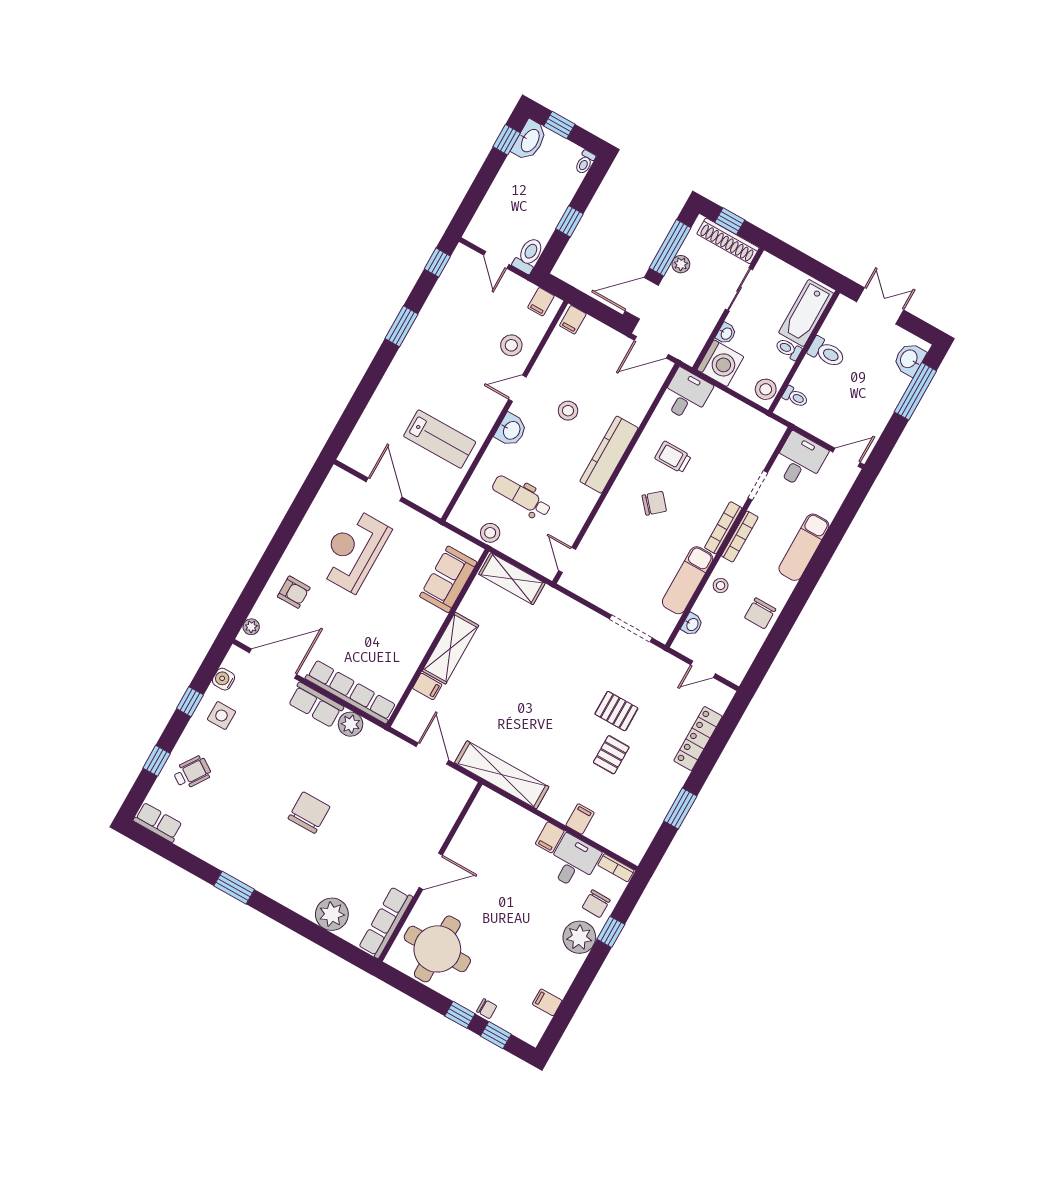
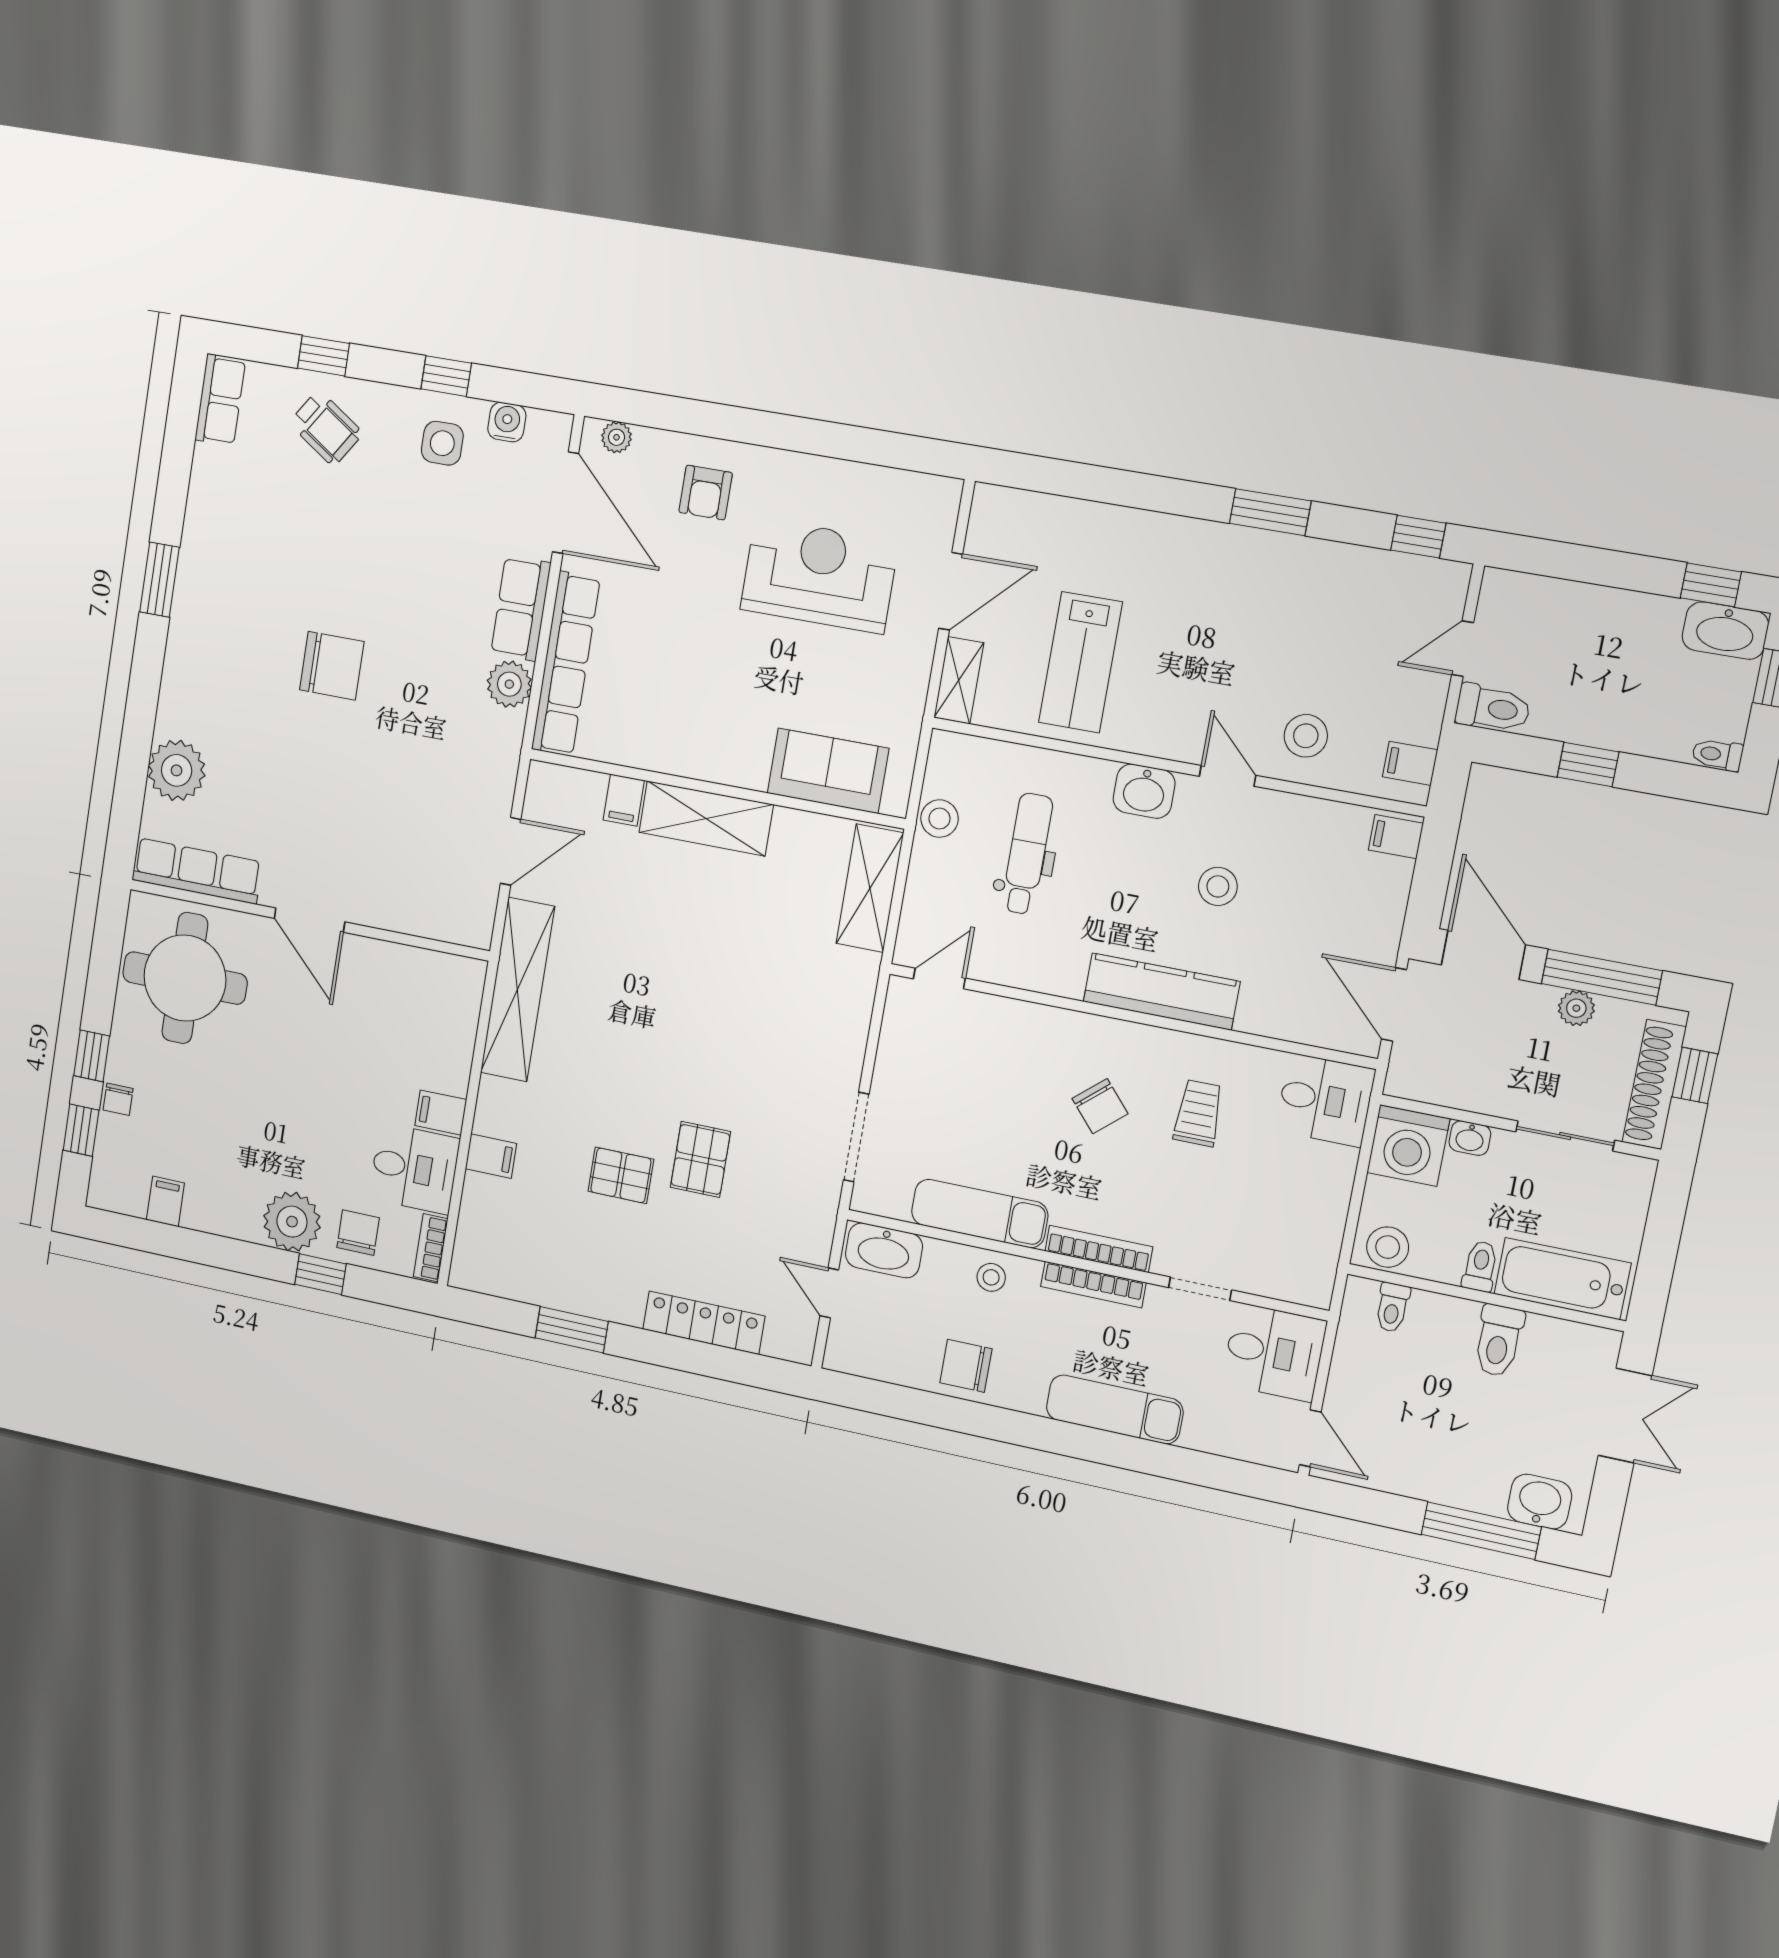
shelving: (427, 500) -> (959, 680), added
washbasin: (692, 624) -> (884, 1250), width x1.91, depth x1.45
chair: (596, 904) -> (358, 1233), turned 89

